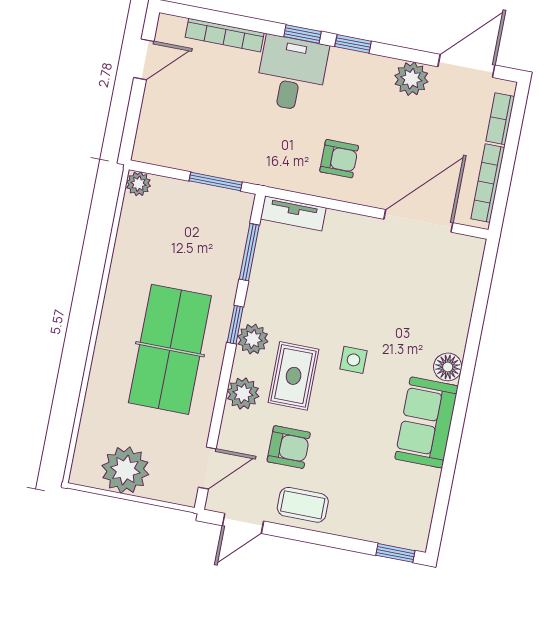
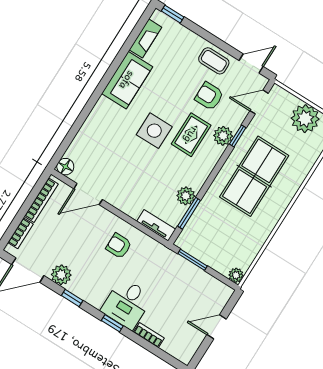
bookcase: (225, 35) -> (149, 335), width x0.64
window: (353, 44) -> (72, 298), moved
door: (144, 59) -> (217, 327), moved
door: (418, 221) -> (88, 194), width x0.73
window: (235, 325) -> (238, 136), moved
plant: (253, 339) -> (186, 196), moved
side table: (353, 360) -> (154, 131), width x1.87, depth x1.87
floor lamp: (448, 367) -> (65, 167), moved
fireplace: (423, 498) -> (145, 38), added

